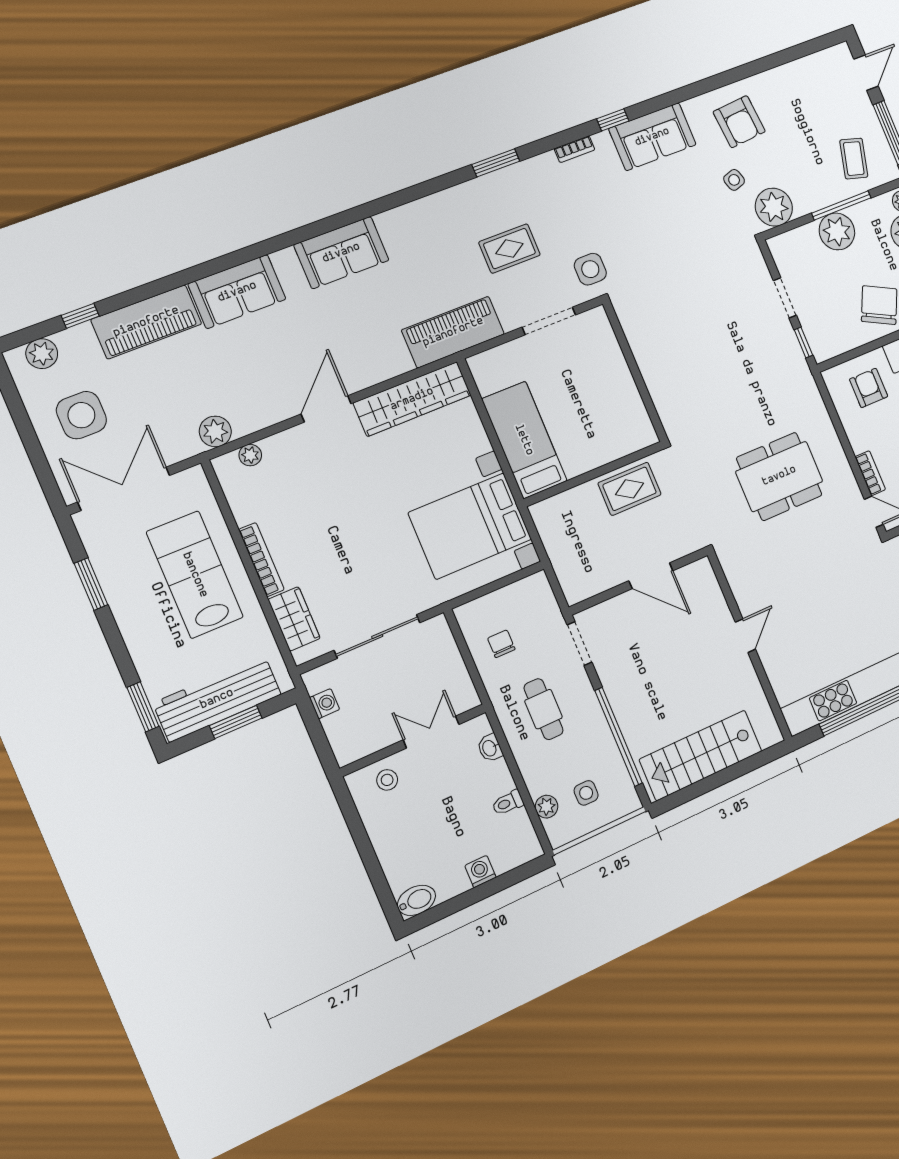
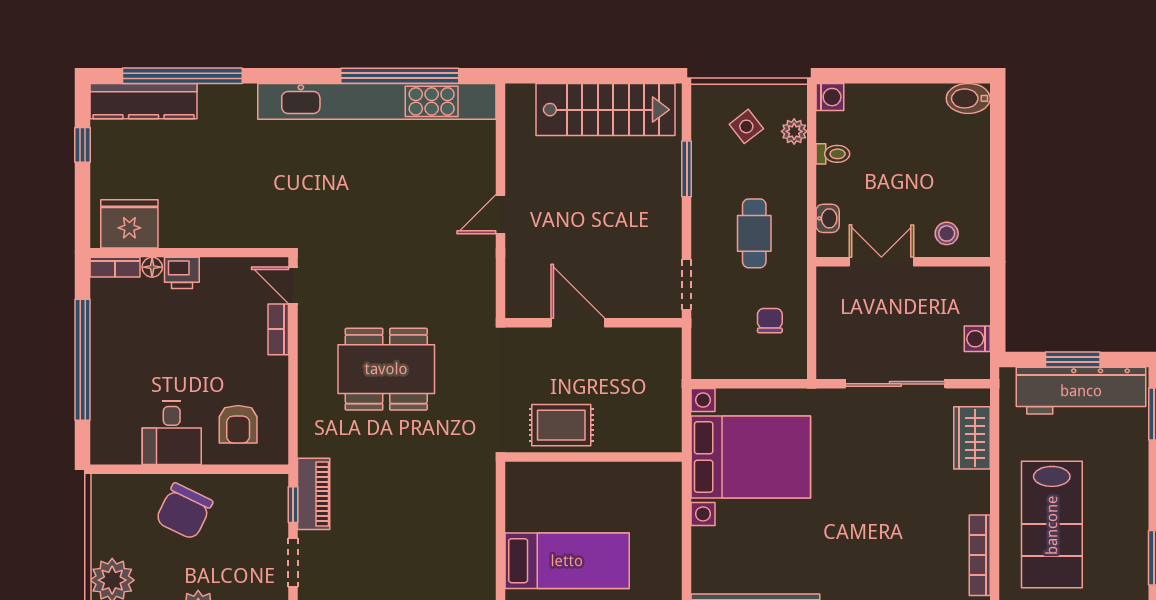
piano: (792, 357) -> (314, 494), added
bed: (524, 440) -> (567, 561), moved, turned -90
bookcase: (261, 560) -> (980, 555), moved
chair: (501, 644) -> (770, 321), turned 180
double door: (431, 732) -> (881, 262), swing flipped
window: (619, 737) -> (687, 169), width x0.47
side table: (586, 793) -> (746, 126), turned -38
washing machine: (480, 871) -> (830, 97), moved, turned -90

